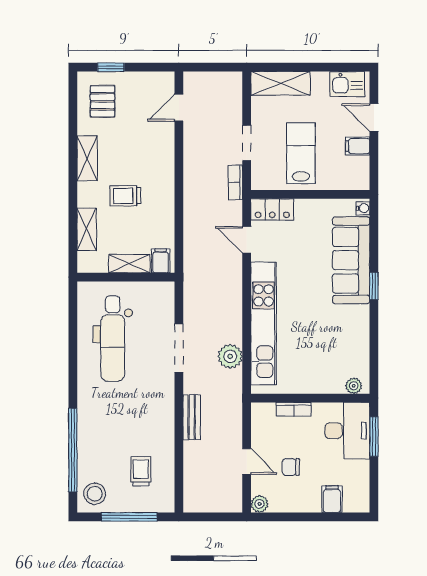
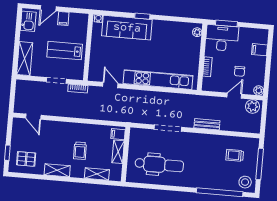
locker: (272, 209) -> (95, 69), removed
door: (247, 240) -> (110, 85), swing flipped
plant: (230, 356) -> (253, 106), moved

